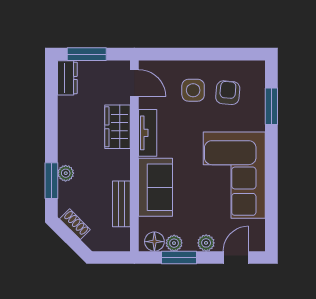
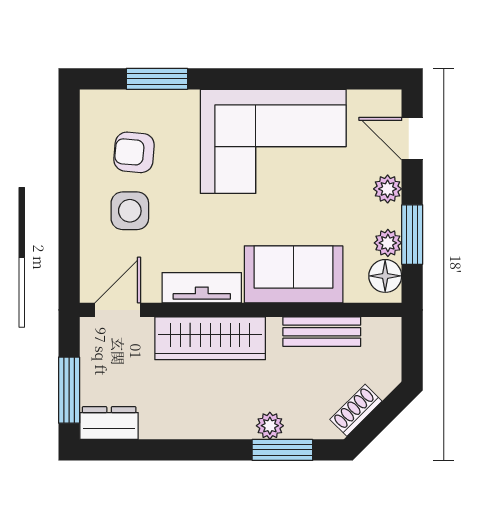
wardrobe: (118, 127) -> (210, 338), width x1.50

